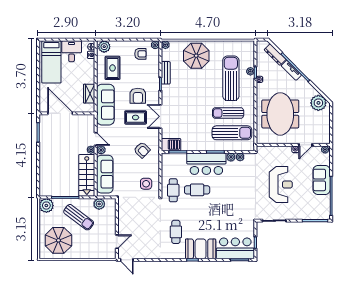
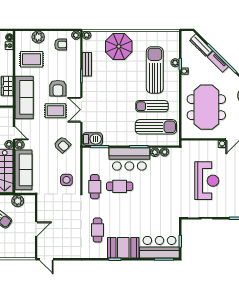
plant: (104, 47) -> (38, 37), moved
rug: (112, 68) -> (32, 59), turned 90
door: (117, 242) -> (36, 229), moved

